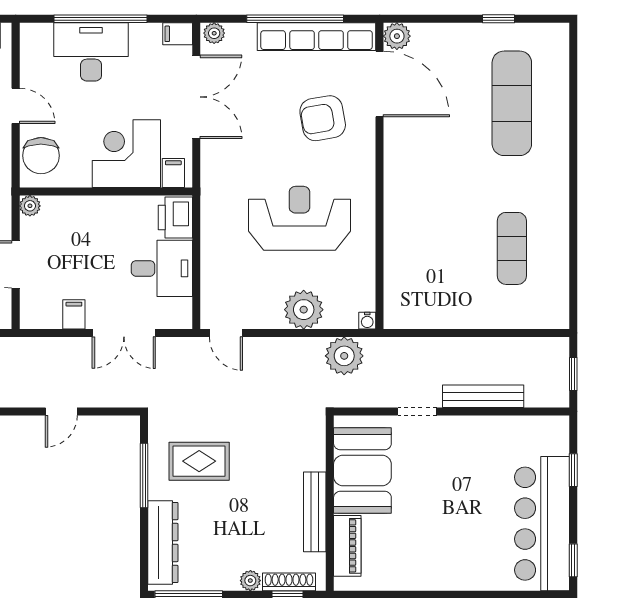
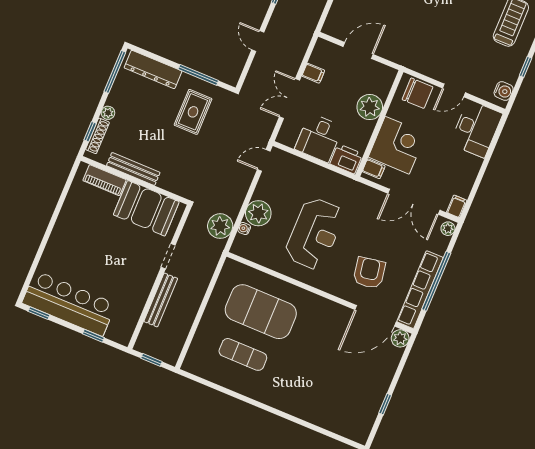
window: (101, 19) -> (485, 164), removed
desk: (91, 52) -> (476, 129), moved
exercise mat: (512, 103) -> (261, 312), moved, width x1.47
chair: (41, 156) -> (417, 93), turned 180
plant: (30, 206) -> (370, 107), moved, width x1.87, depth x1.87
water cooler: (367, 321) -> (244, 229), moved

